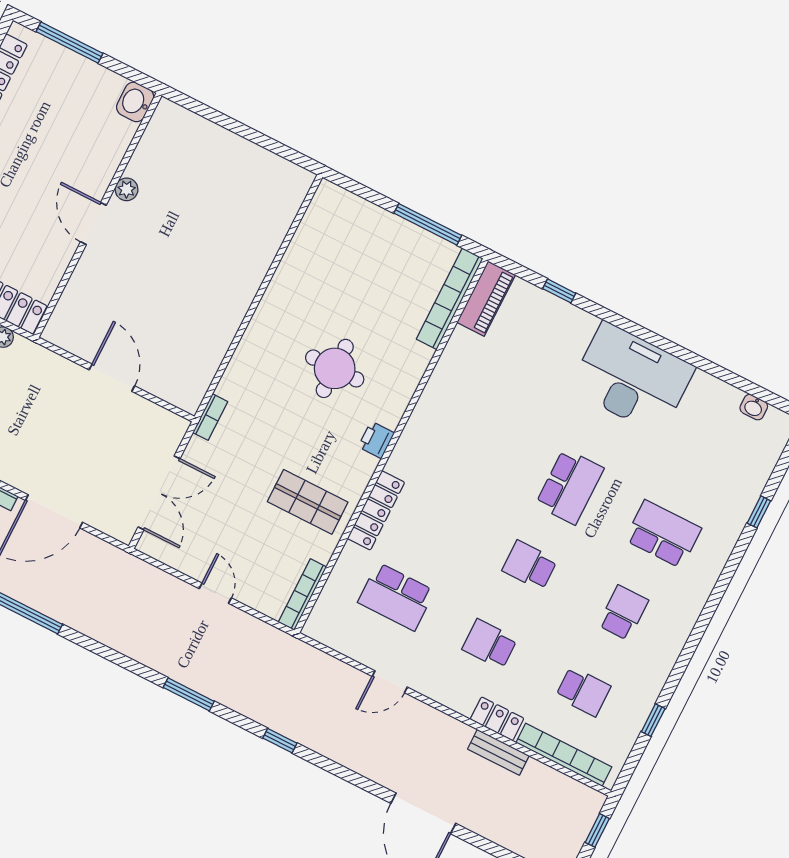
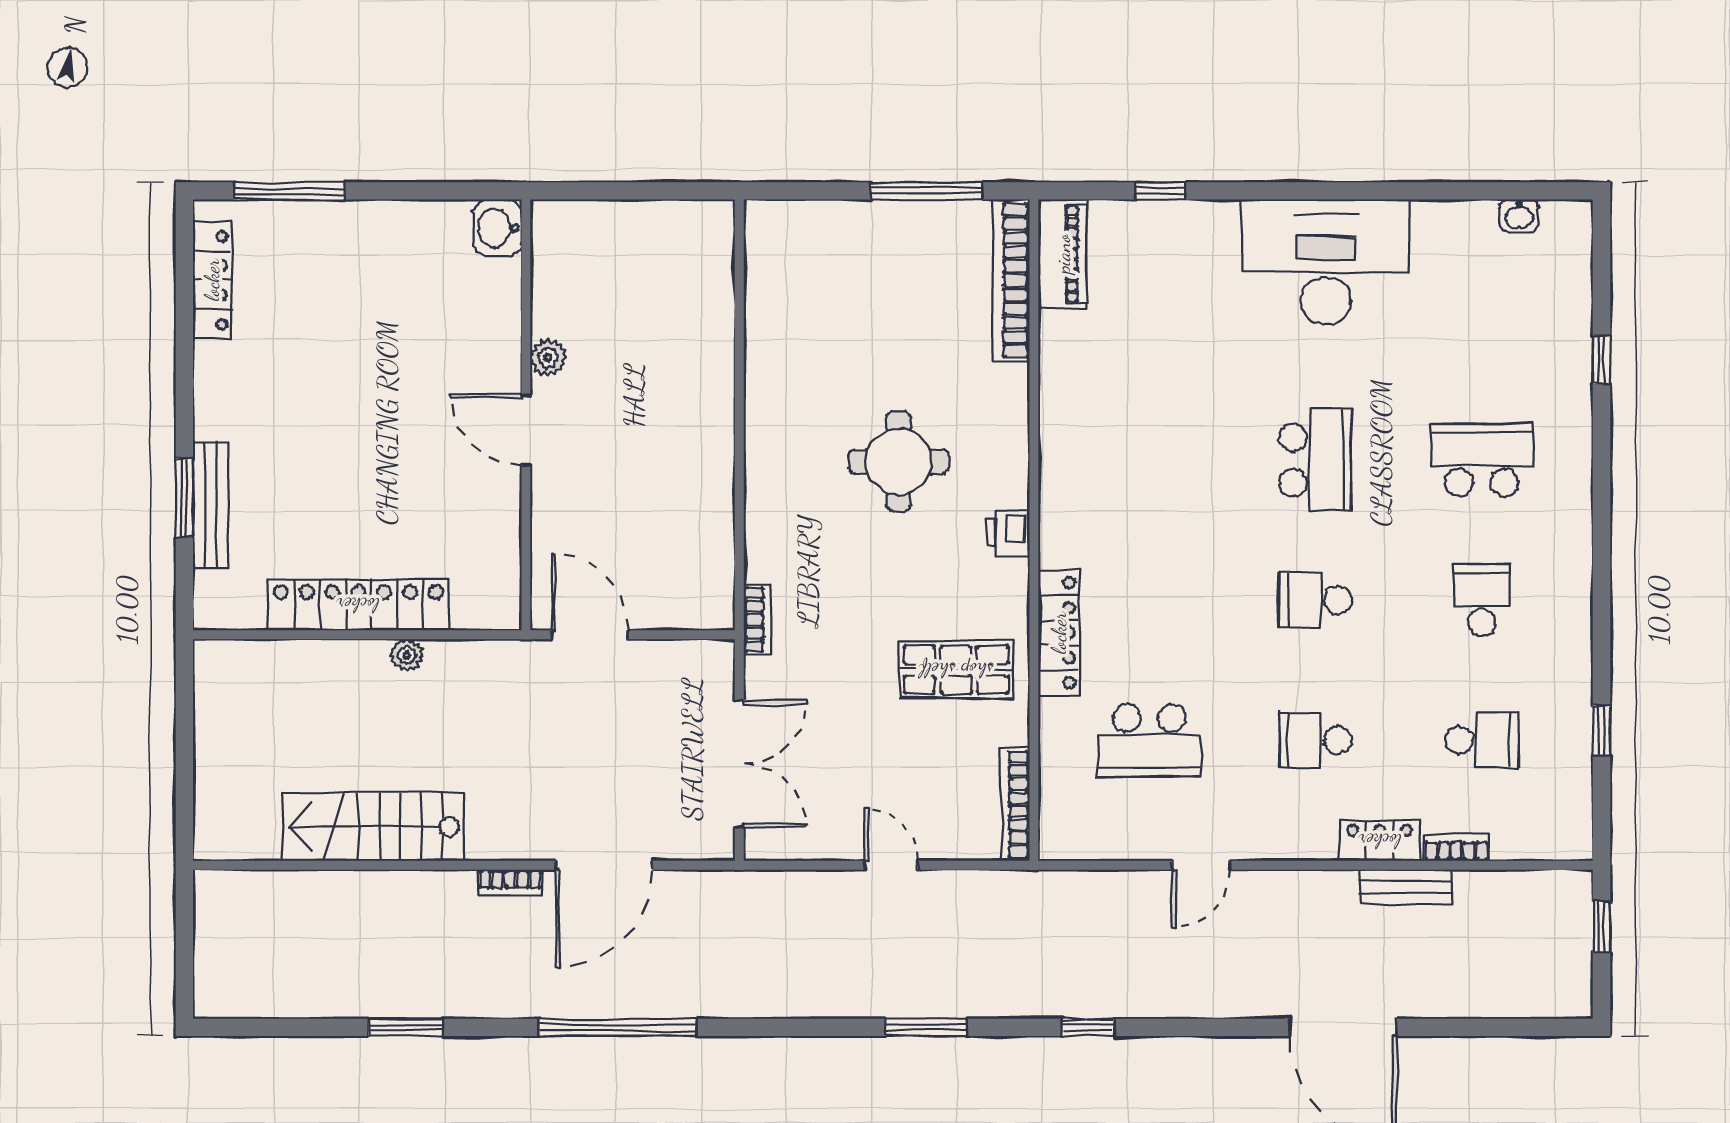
washbasin: (135, 102) -> (497, 228), moved
plant: (127, 189) -> (548, 358), moved
wall: (98, 215) -> (526, 415), moved
door: (93, 224) -> (526, 430), moved
bookcase: (564, 755) -> (1456, 848), width x0.43, depth x0.76

